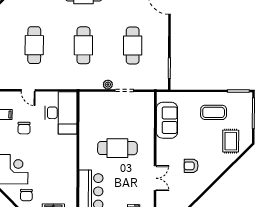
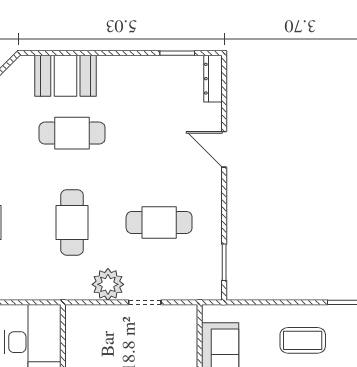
cafe table: (133, 45) -> (159, 222), turned 90
plant: (108, 85) -> (108, 284), width x1.87, depth x1.87

